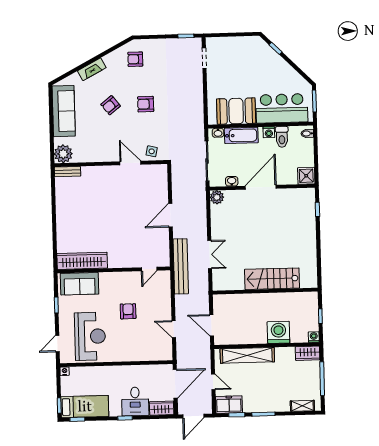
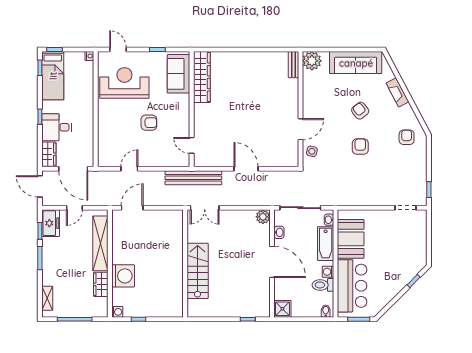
stairs: (272, 279) -> (198, 271), moved
wall: (265, 291) -> (185, 263), moved
reception desk: (90, 336) -> (124, 83), turned 180
wardrobe: (308, 353) -> (101, 284), moved

